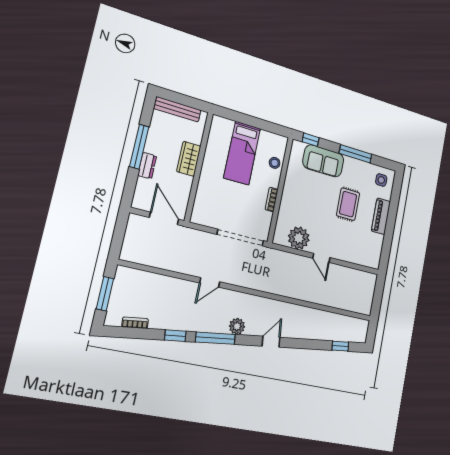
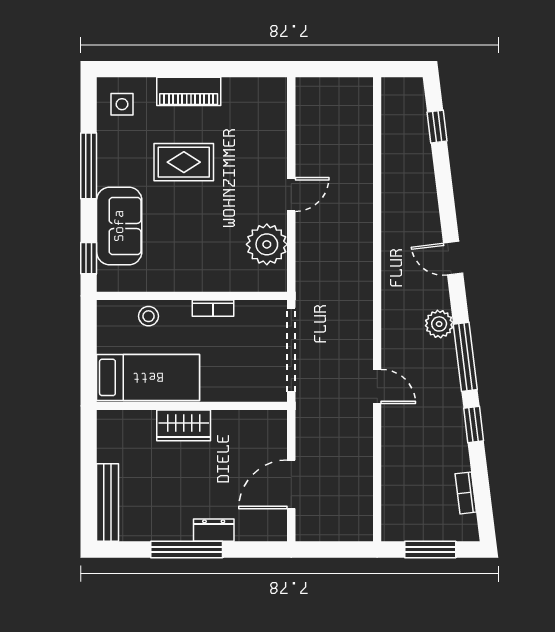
wardrobe: (189, 159) -> (184, 425), moved
wall: (199, 167) -> (192, 406), moved

